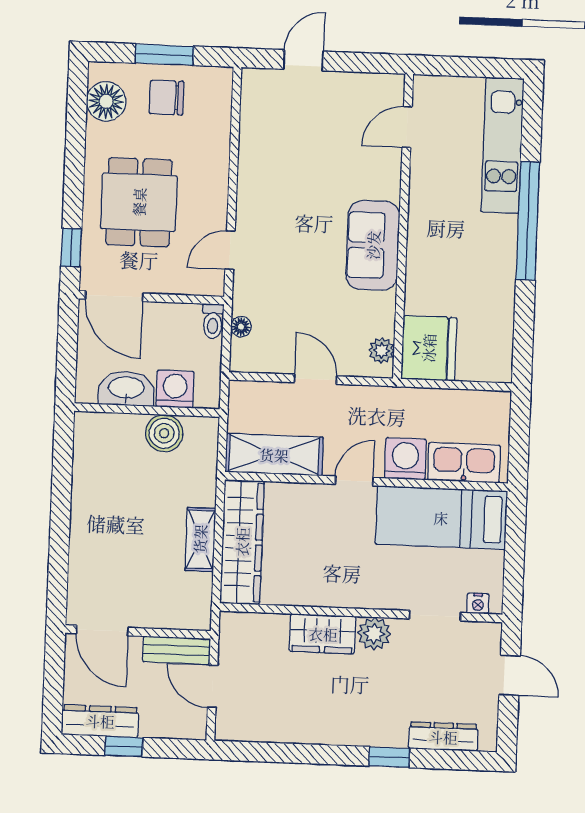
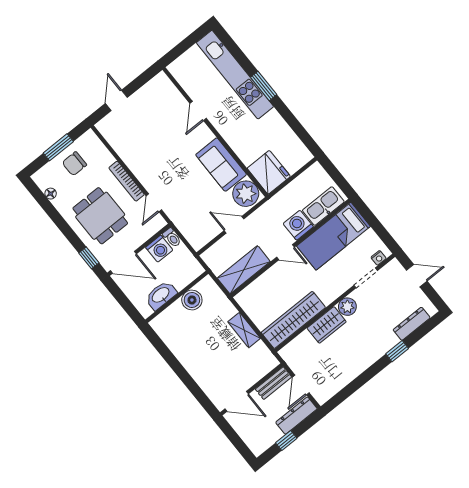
floor lamp: (106, 101) -> (51, 194), width x0.53, depth x0.53
door: (407, 127) -> (198, 111), moved
kitchen unit: (502, 145) -> (235, 75), width x1.36
bookcase: (218, 186) -> (127, 181), added
window: (528, 221) -> (264, 86), width x0.47
sofa: (373, 245) -> (221, 165), moved
floor lamp: (241, 327) -> (185, 230), removed
plant: (382, 350) -> (246, 194), width x1.87, depth x1.87
washing machine: (175, 389) -> (159, 249), moved, turned 180
door: (354, 481) -> (285, 252), swing flipped
wardrobe: (242, 542) -> (293, 320), moved, turned -90
door: (212, 686) -> (301, 385), hinge flipped
dresser: (100, 721) -> (296, 416), moved

